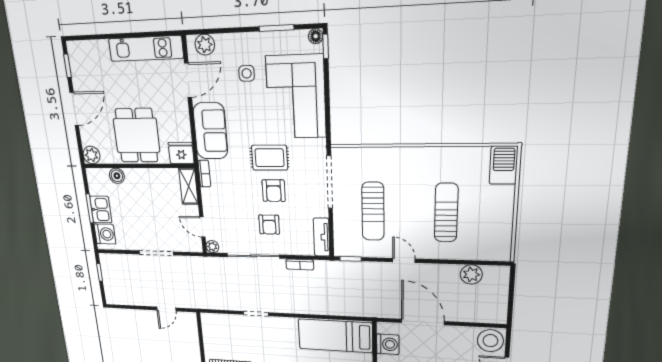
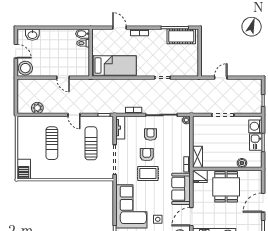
plant: (91, 155) -> (256, 176), removed
door: (202, 227) -> (191, 132), removed
door: (423, 322) -> (63, 78), width x0.53
washing machine: (388, 344) -> (83, 62), removed

